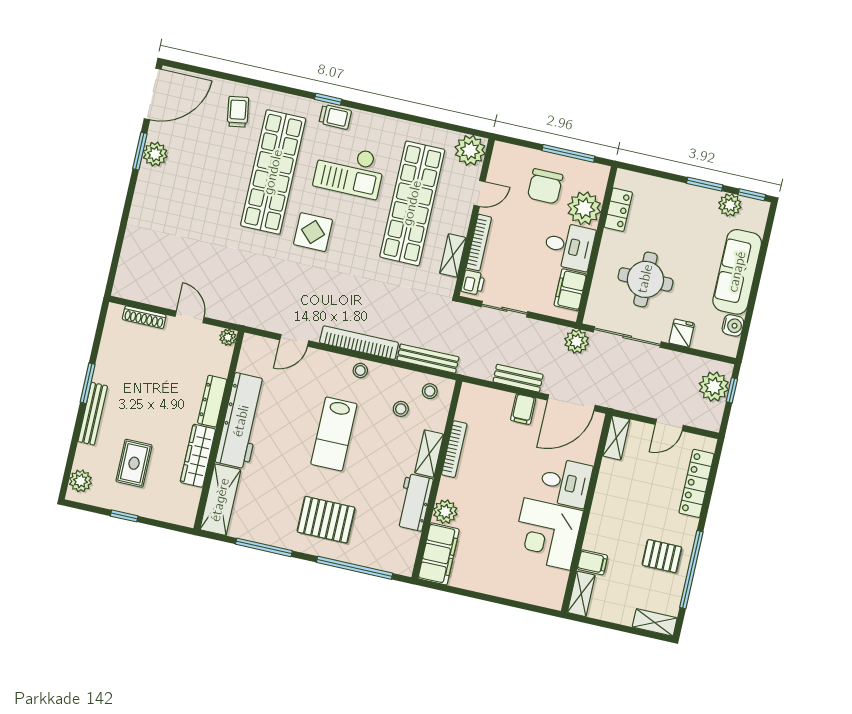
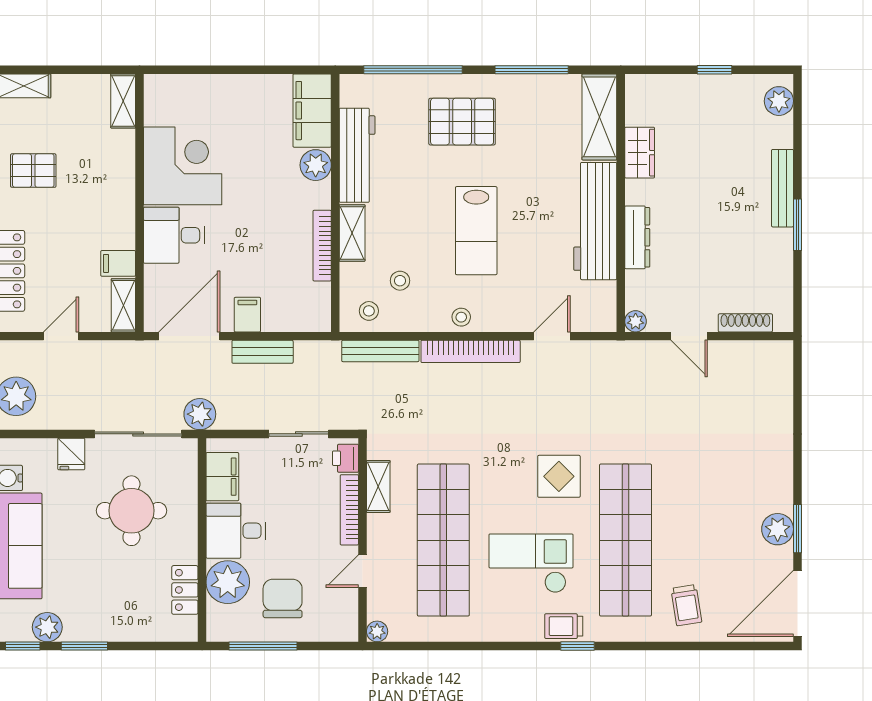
plant: (470, 150) -> (377, 631), width x0.53, depth x0.53
lab bench: (334, 434) -> (476, 231), turned 180
wardrobe: (198, 456) -> (640, 153), width x0.67
rug: (134, 463) -> (717, 138), removed
workbench: (414, 502) -> (357, 155), width x1.38
filing cabinet: (592, 562) -> (118, 263), moved

